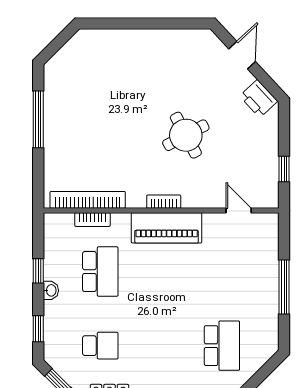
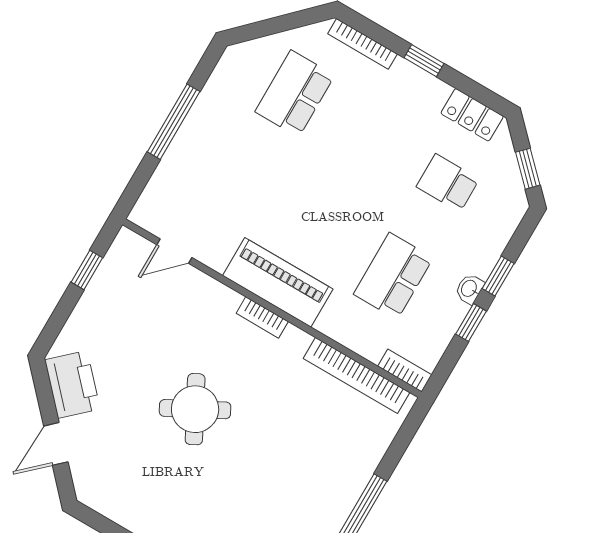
printer: (259, 99) -> (72, 384), width x1.37, depth x1.19
round table: (186, 135) -> (195, 409), moved
door: (239, 210) -> (174, 251), hinge flipped
bookcase: (92, 220) -> (405, 370), moved
window: (38, 329) -> (498, 276), moved

